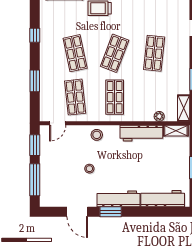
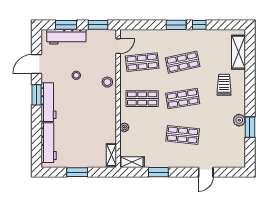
shop shelf: (115, 53) -> (183, 99), turned -30
window: (35, 81) -> (176, 25), moved
plant: (159, 116) -> (124, 127), moved
door: (58, 123) -> (118, 46), swing flipped
workbench: (141, 133) -> (66, 37), moved, turned -90
window: (35, 180) -> (66, 25), width x0.69

